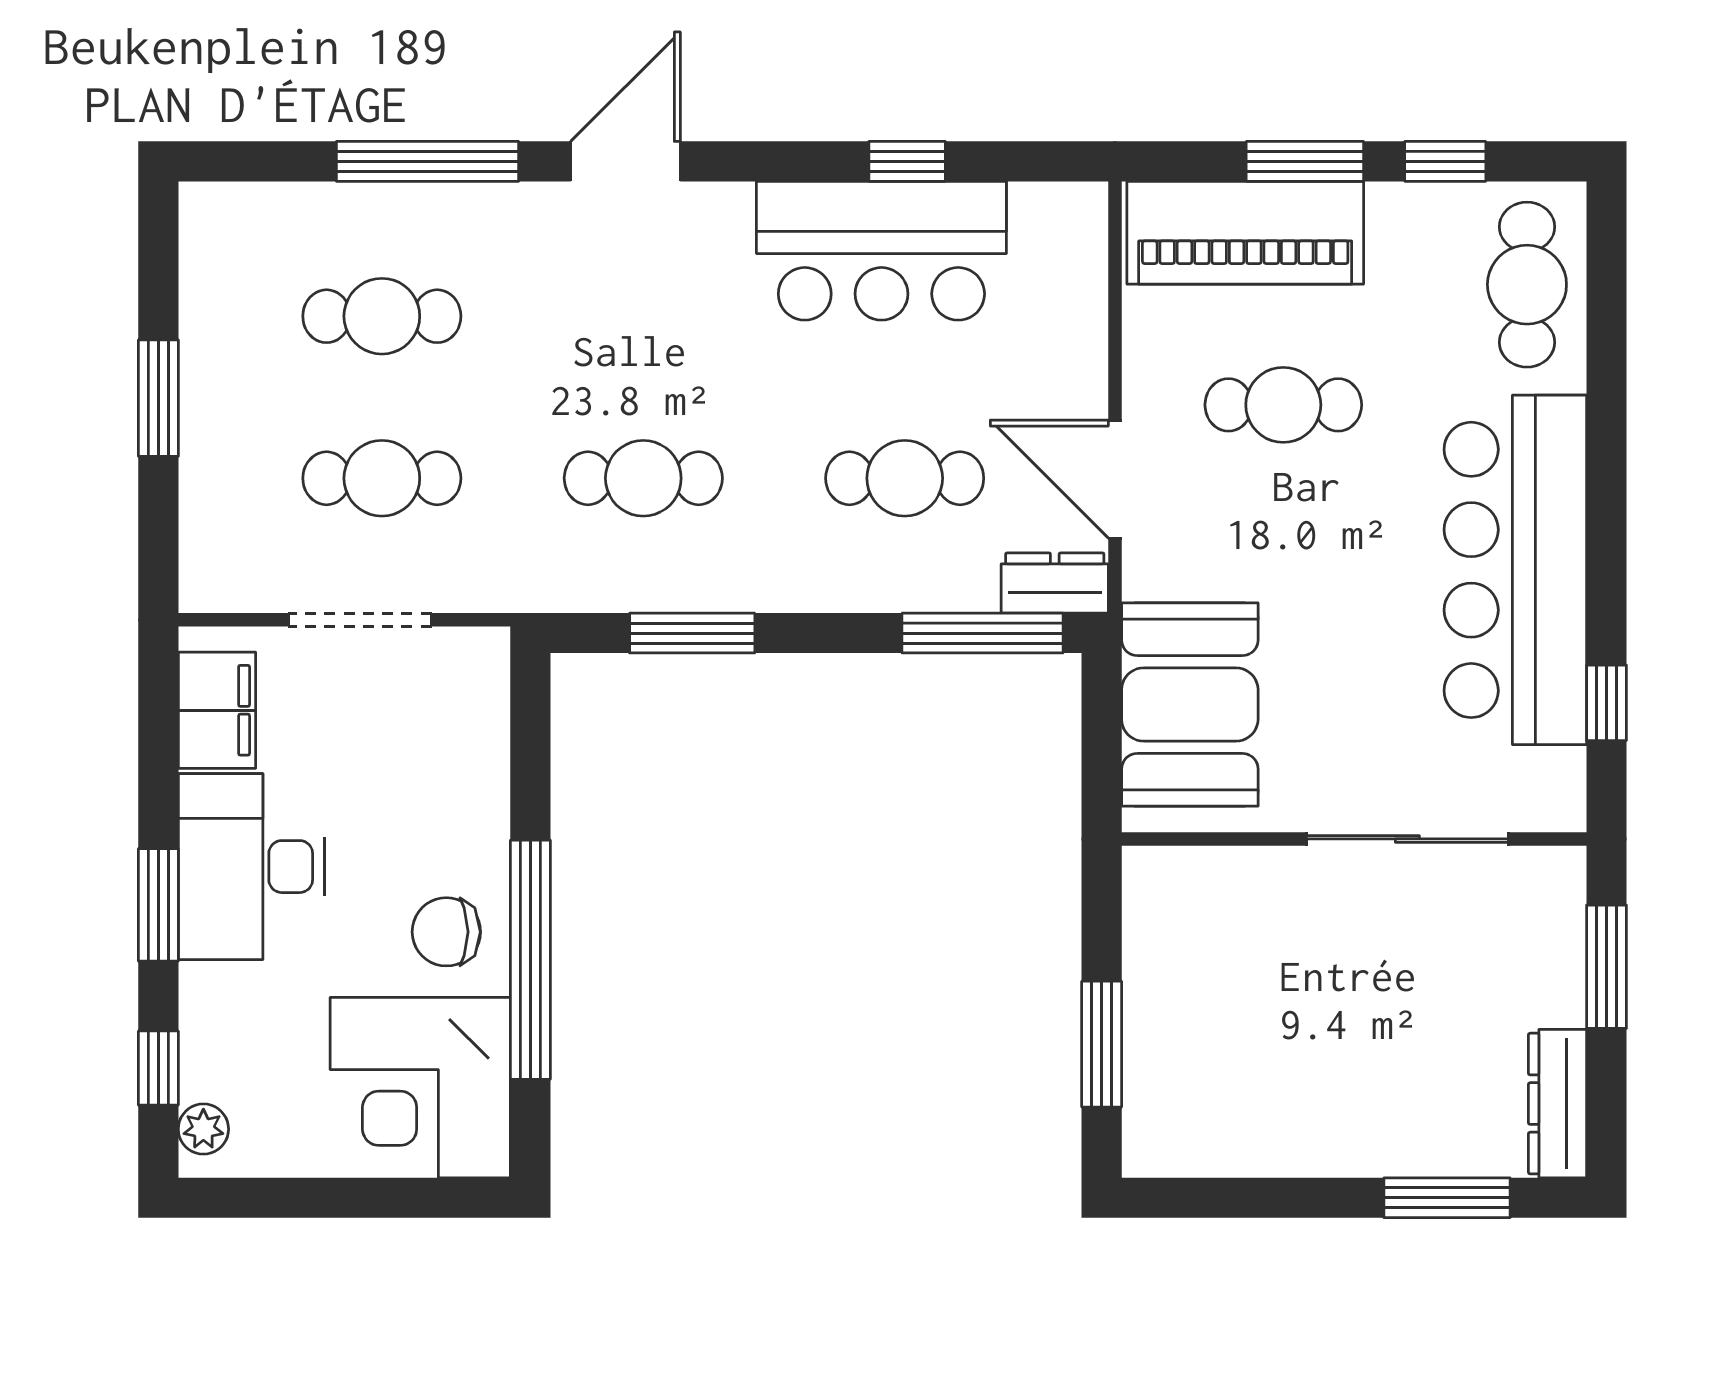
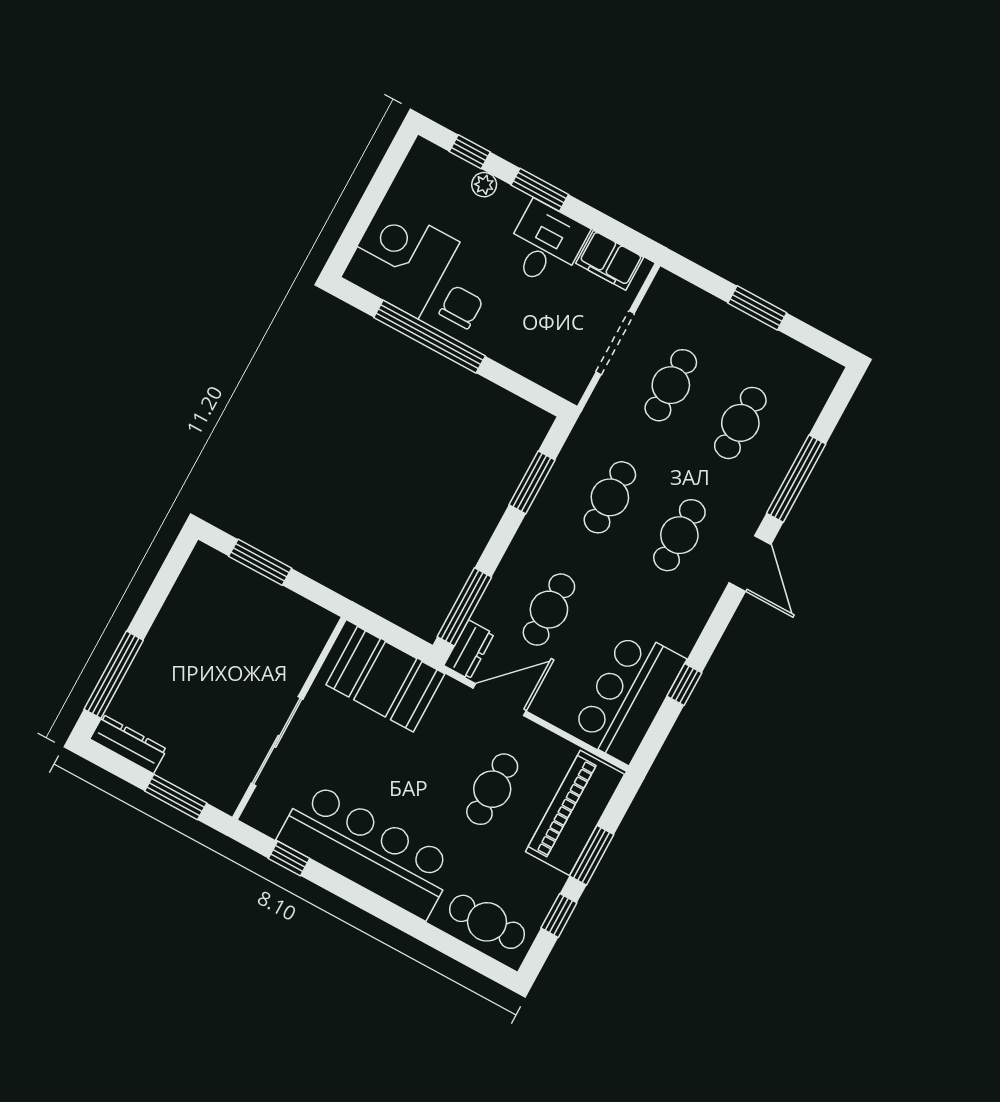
bar counter: (881, 251) -> (628, 696), moved
cafe table: (643, 316) -> (679, 535), added
desk: (251, 867) -> (545, 244), width x0.73
plant: (203, 1129) -> (484, 185), moved
window: (1447, 1198) -> (114, 675), width x1.44

